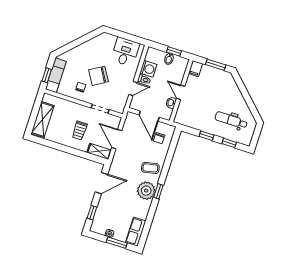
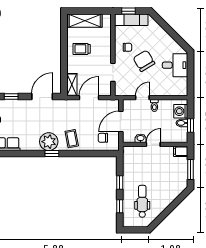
desk: (125, 52) -> (175, 65), moved
washing machine: (148, 69) -> (181, 111), moved, turned 90
door: (133, 88) -> (142, 98), swing flipped
trolley: (80, 131) -> (82, 49), moved
door: (101, 183) -> (42, 97), swing flipped

